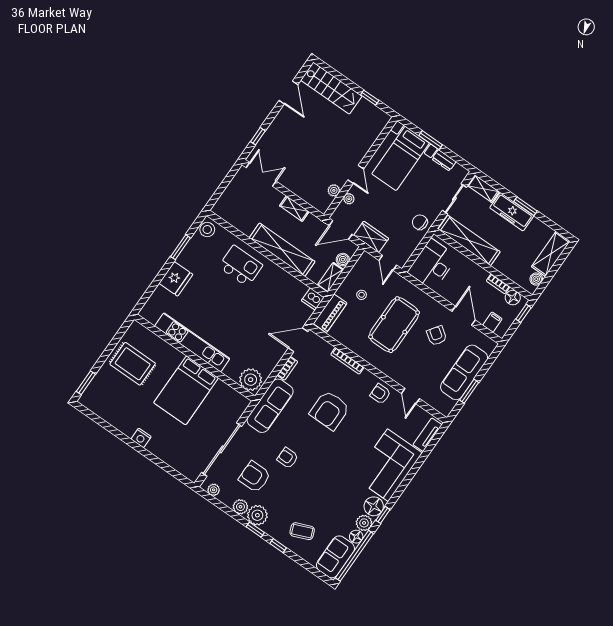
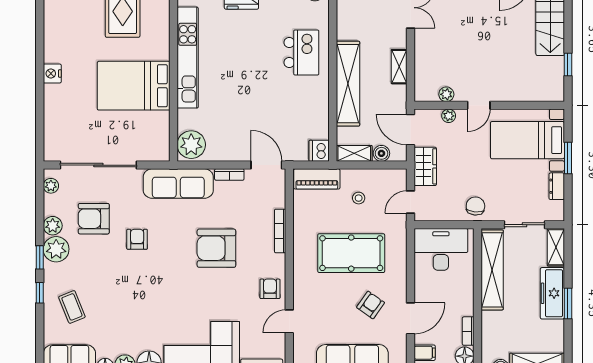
armchair: (255, 477) -> (94, 219), turned -90

